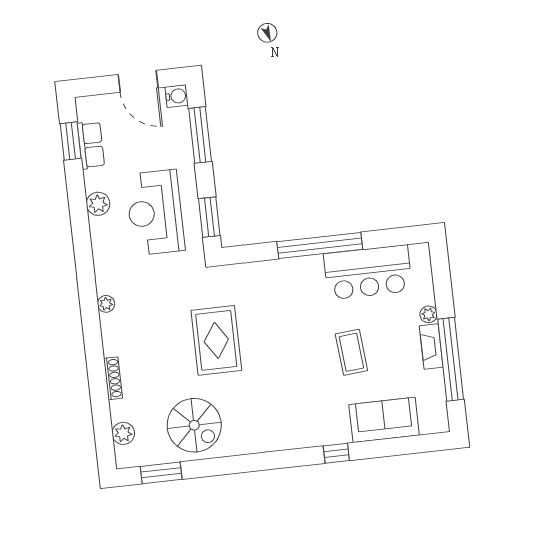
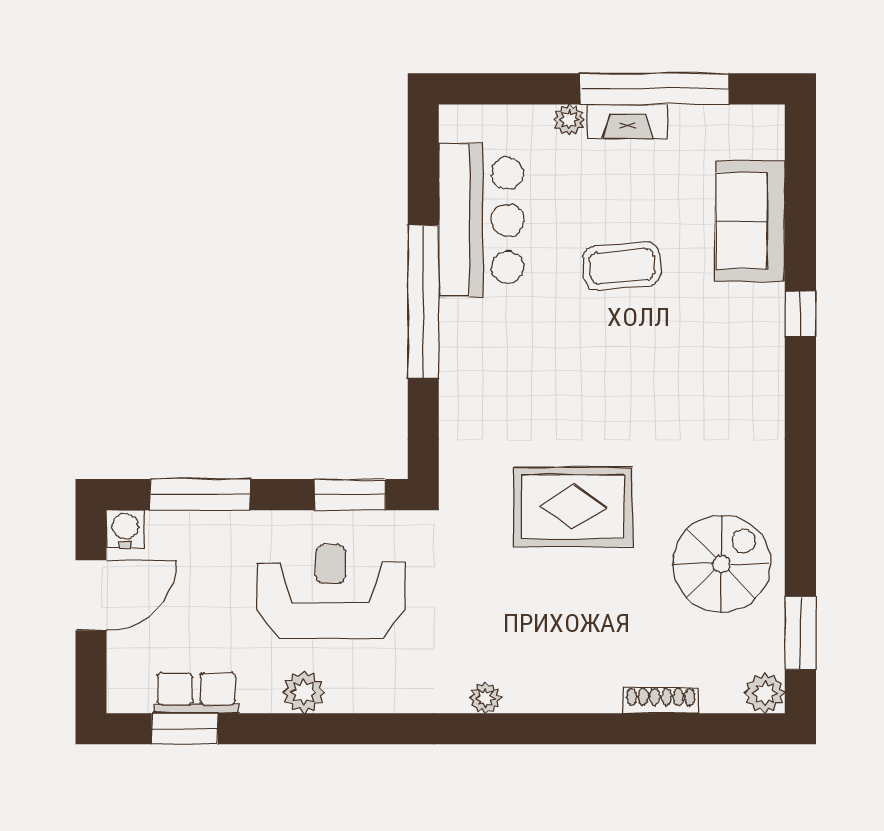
reception desk: (155, 212) -> (331, 591), turned 180
shoe rack: (113, 378) -> (661, 700), moved
plant: (123, 433) -> (765, 693), moved

